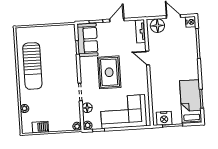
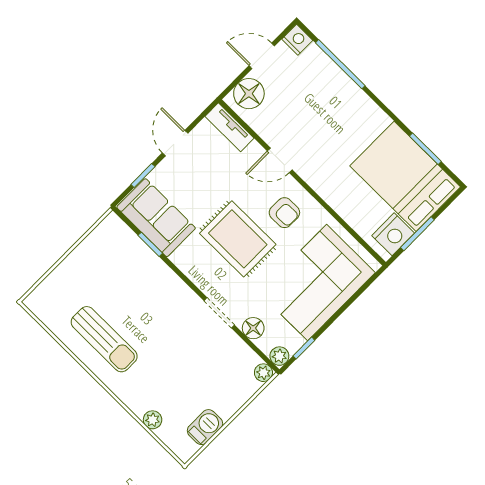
sun lounger: (32, 66) -> (104, 339), width x0.73, depth x0.75
armchair: (133, 78) -> (284, 213), added
bed: (191, 102) -> (405, 176), width x1.50

